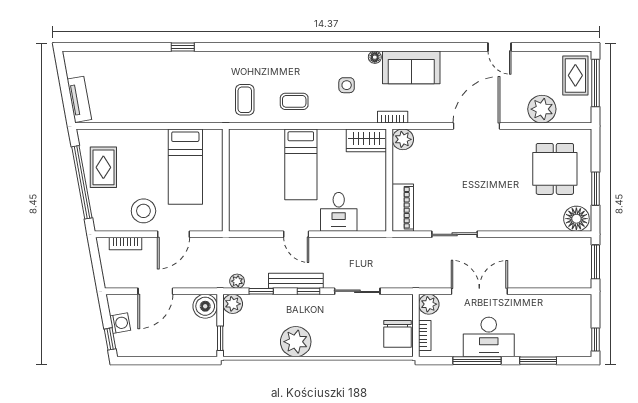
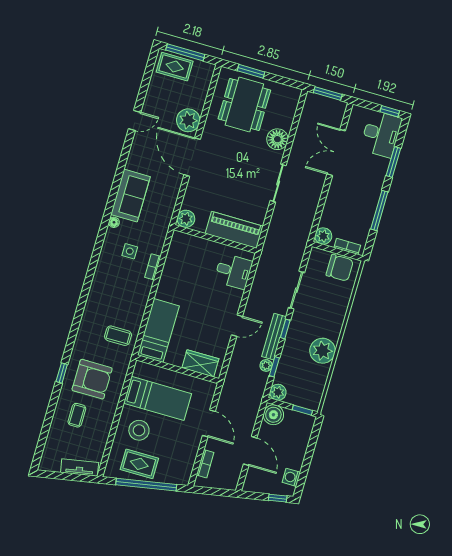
armchair: (186, 84) -> (92, 379), added
coffee table: (294, 101) -> (77, 415), moved
plant: (542, 109) -> (188, 120), moved
bookcase: (393, 117) -> (153, 267), moved
wardrobe: (366, 140) -> (200, 363), moved, turned -90
bed: (301, 164) -> (158, 331), moved, turned -90
dining table: (555, 169) -> (244, 104), width x1.37
window: (595, 189) -> (251, 71), moved
piano: (403, 208) -> (234, 230), width x1.37, depth x1.33
stool: (143, 211) -> (139, 430), moved
desk: (339, 212) -> (233, 271), moved
floor lamp: (576, 219) -> (277, 139), moved
sliding door: (455, 234) -> (278, 183), moved
plant: (237, 281) -> (266, 365), moved
double door: (479, 291) -> (336, 152), moved
washing machine: (120, 323) -> (291, 477), moved, turned -80
desk: (489, 337) -> (381, 134), moved

